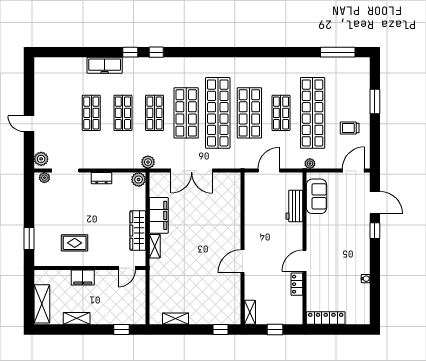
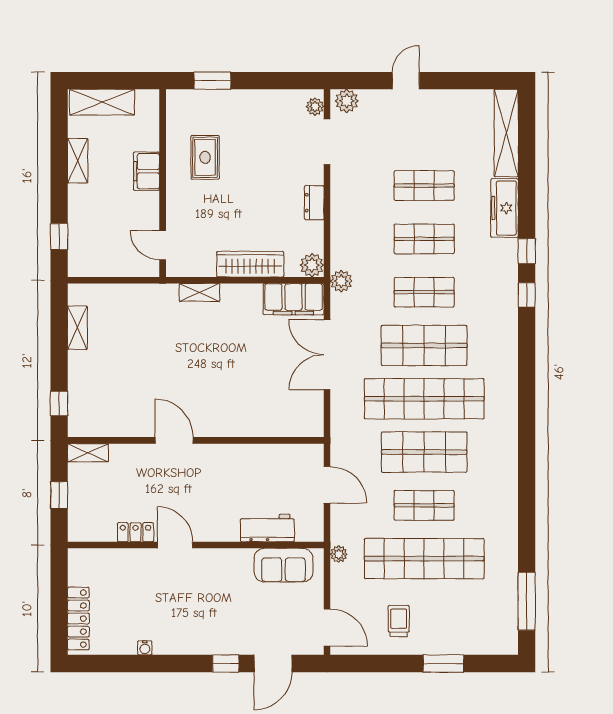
shelving: (60, 64) -> (506, 133), added
filing cabinet: (159, 215) -> (294, 299), moved
wardrobe: (138, 231) -> (250, 264), moved
locker: (326, 318) -> (78, 619), moved

